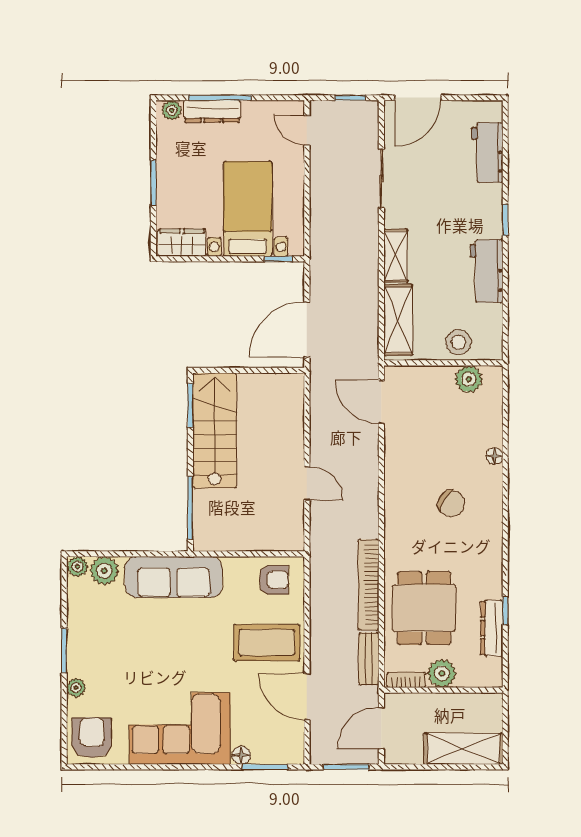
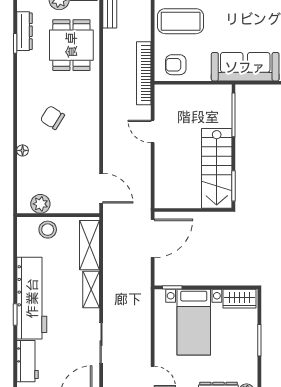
workbench: (487, 271) -> (32, 298), width x1.88, depth x1.32
bookcase: (368, 585) -> (144, 73), moved, turned 180

